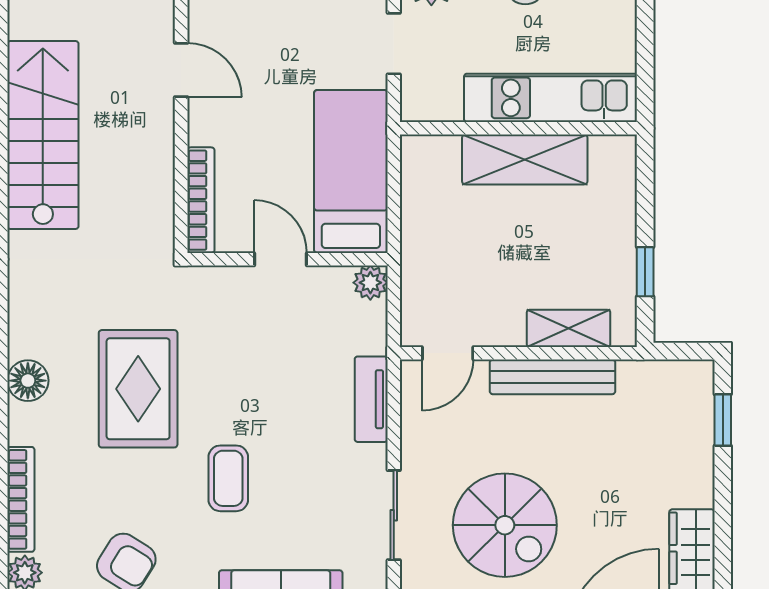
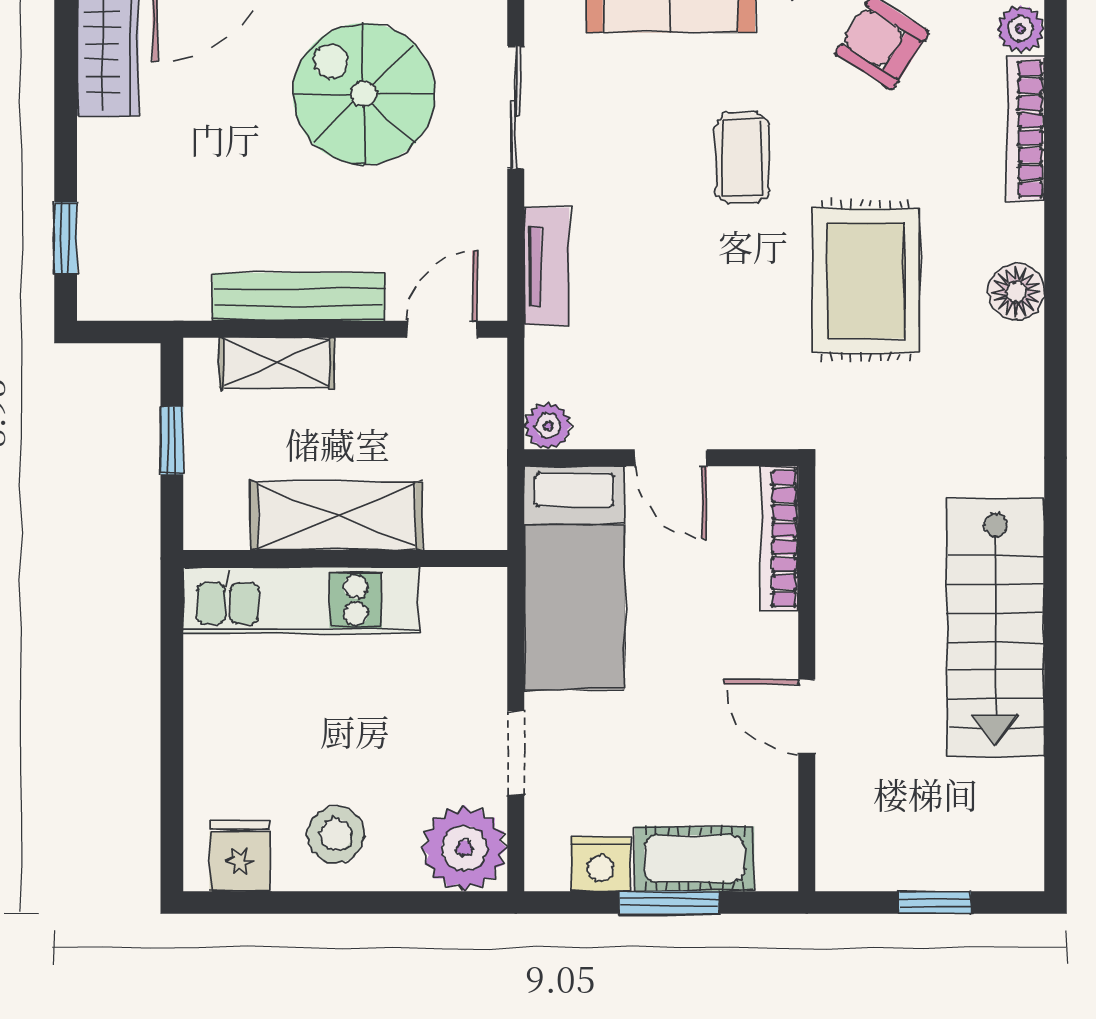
kitchen unit: (551, 98) -> (301, 600), moved
wall: (518, 128) -> (345, 558), moved
shelving: (525, 160) -> (337, 516), moved

